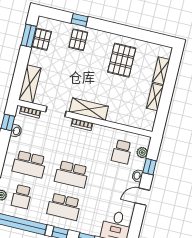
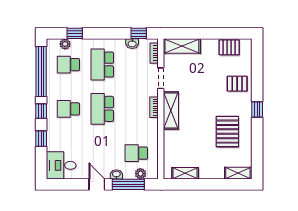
window: (80, 20) -> (257, 109), moved
window: (29, 36) -> (229, 33), removed
pallet: (122, 60) -> (227, 132), turned 90
shelving: (161, 71) -> (238, 173), moved
shelving: (155, 97) -> (185, 173), moved
window: (150, 167) -> (128, 184), width x2.17
school desk: (64, 207) -> (68, 109), width x0.54

